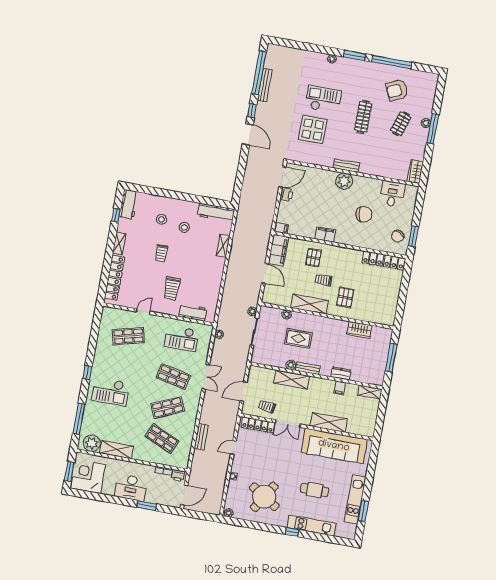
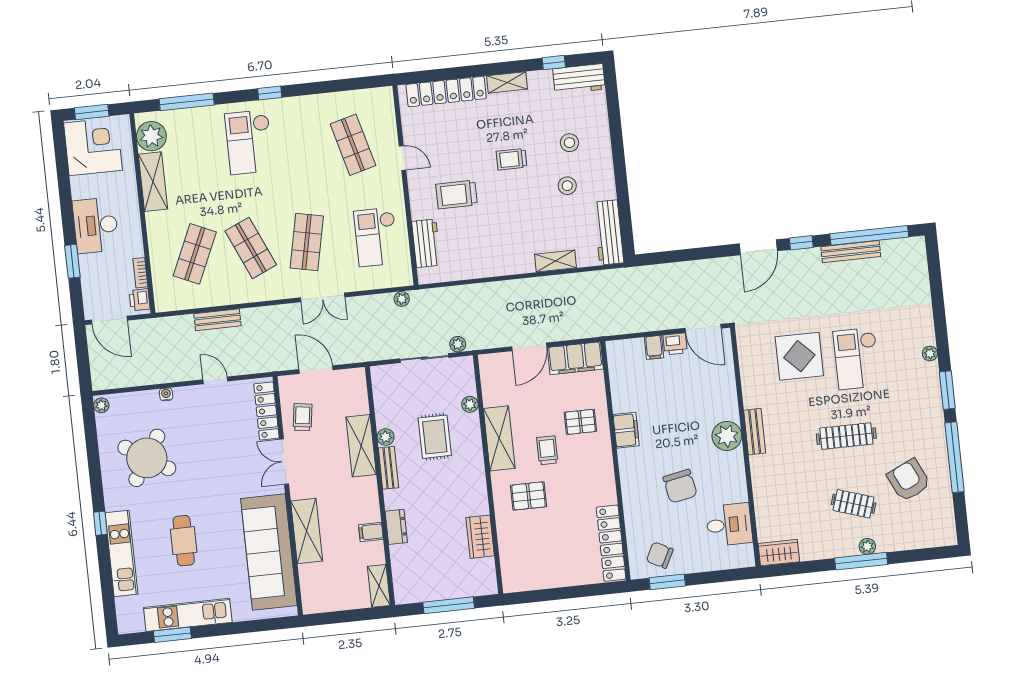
checkout: (323, 99) -> (857, 359), turned 180
filing cabinet: (281, 228) -> (654, 347), moved

